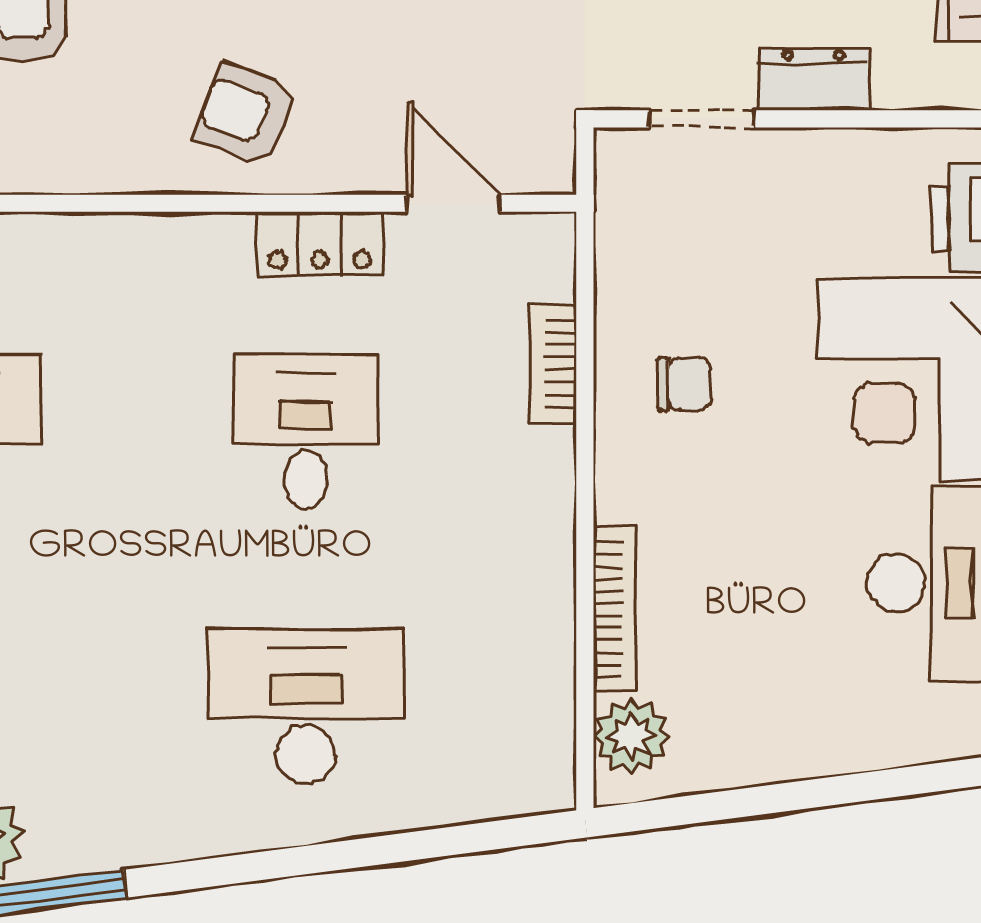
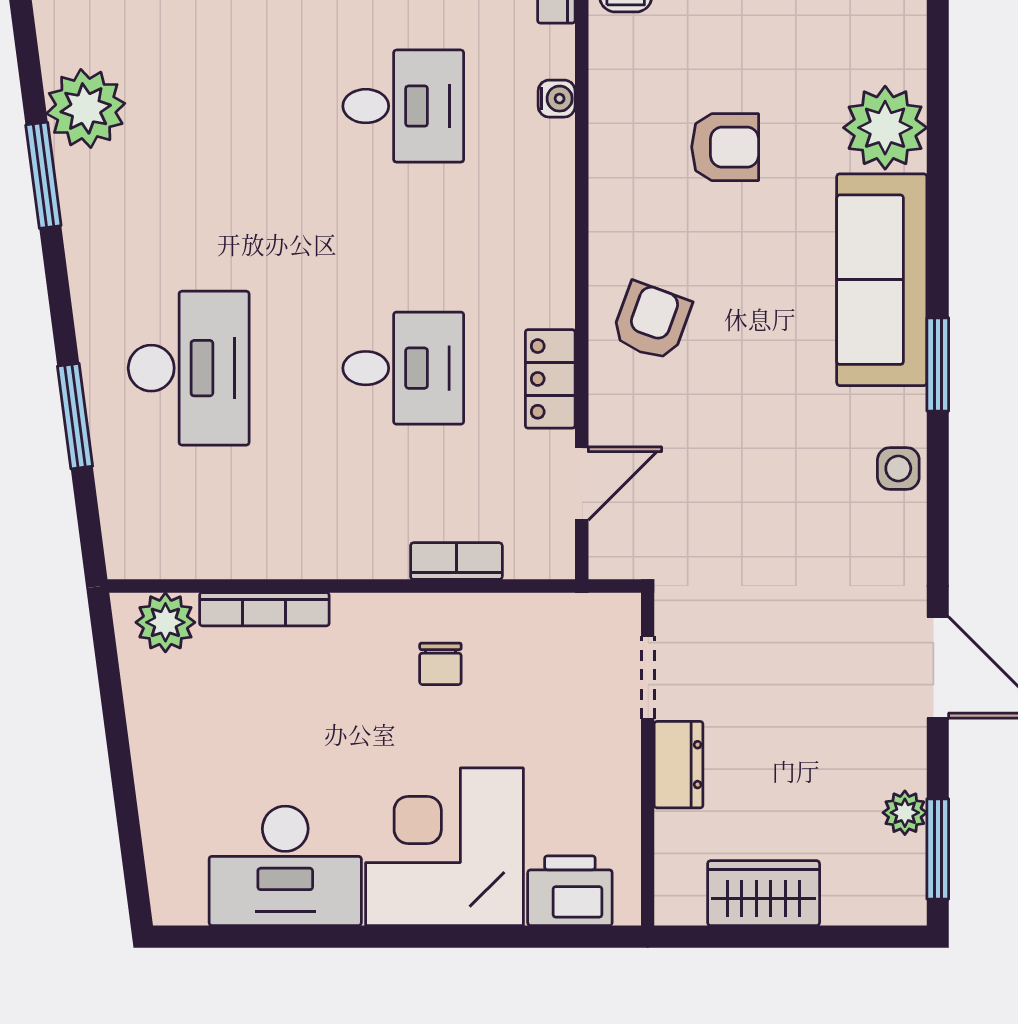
window: (367, 852) -> (75, 416), added

